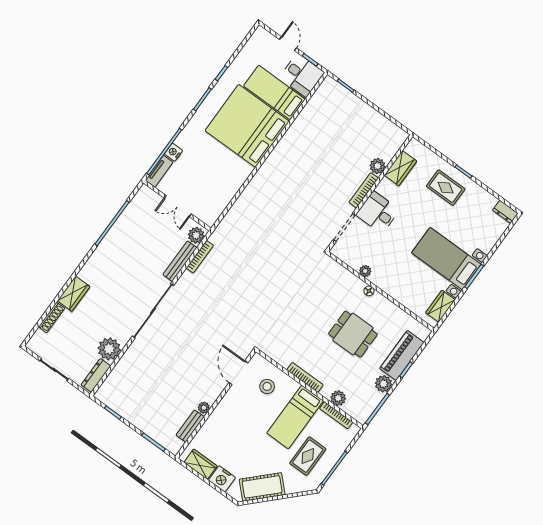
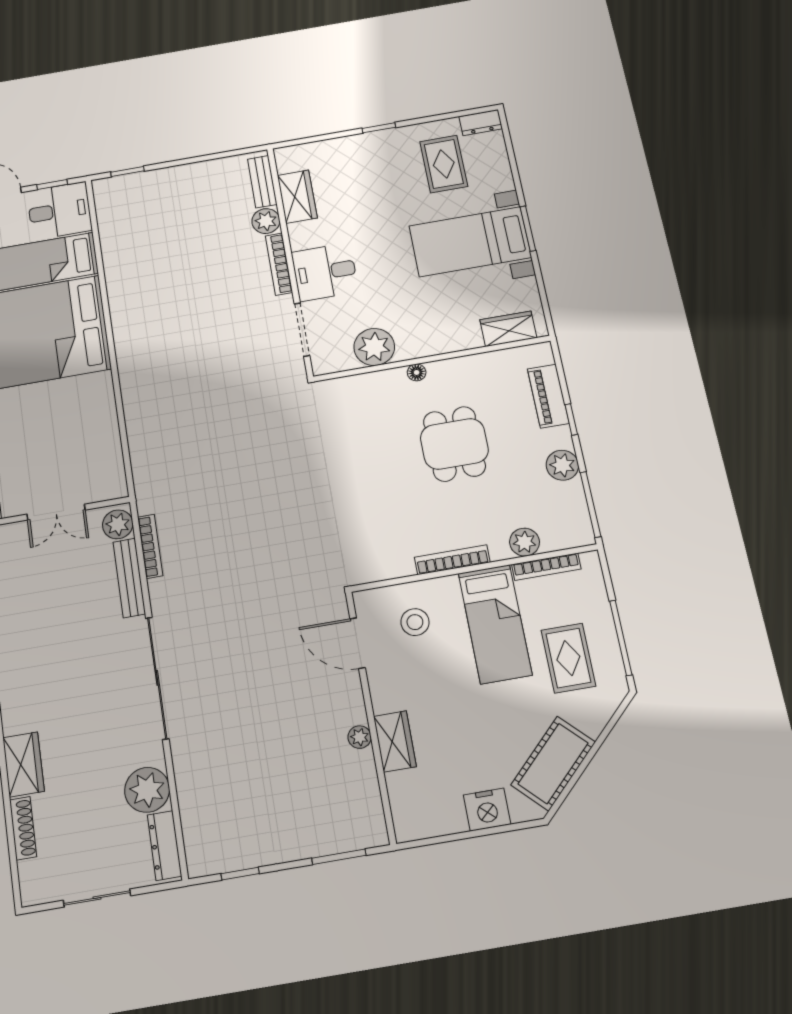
rug: (446, 188) -> (444, 164), moved, turned 90
plant: (365, 271) -> (374, 347), width x1.88, depth x1.88
wardrobe: (440, 306) -> (508, 329), moved, turned 90
dining table: (353, 334) -> (454, 444), turned 90
piano: (402, 356) -> (548, 396), width x0.73, depth x0.75
bench: (190, 426) -> (262, 182), moved
wardrobe: (201, 464) -> (395, 741), moved, turned 90

